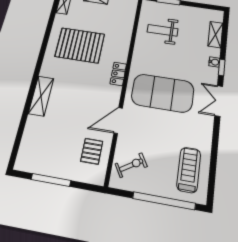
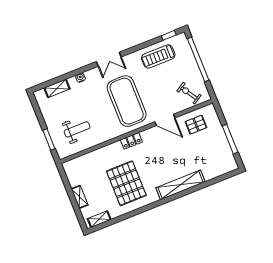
weight bench: (163, 30) -> (77, 129), turned -90
window: (222, 67) -> (169, 35), moved
shelving: (41, 96) -> (181, 185), width x1.47
treadmill: (189, 170) -> (158, 56), moved

